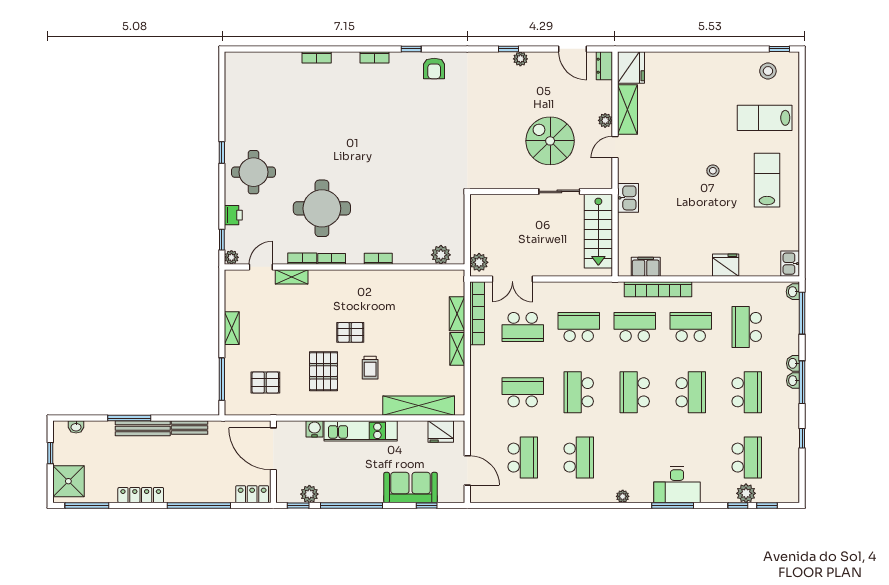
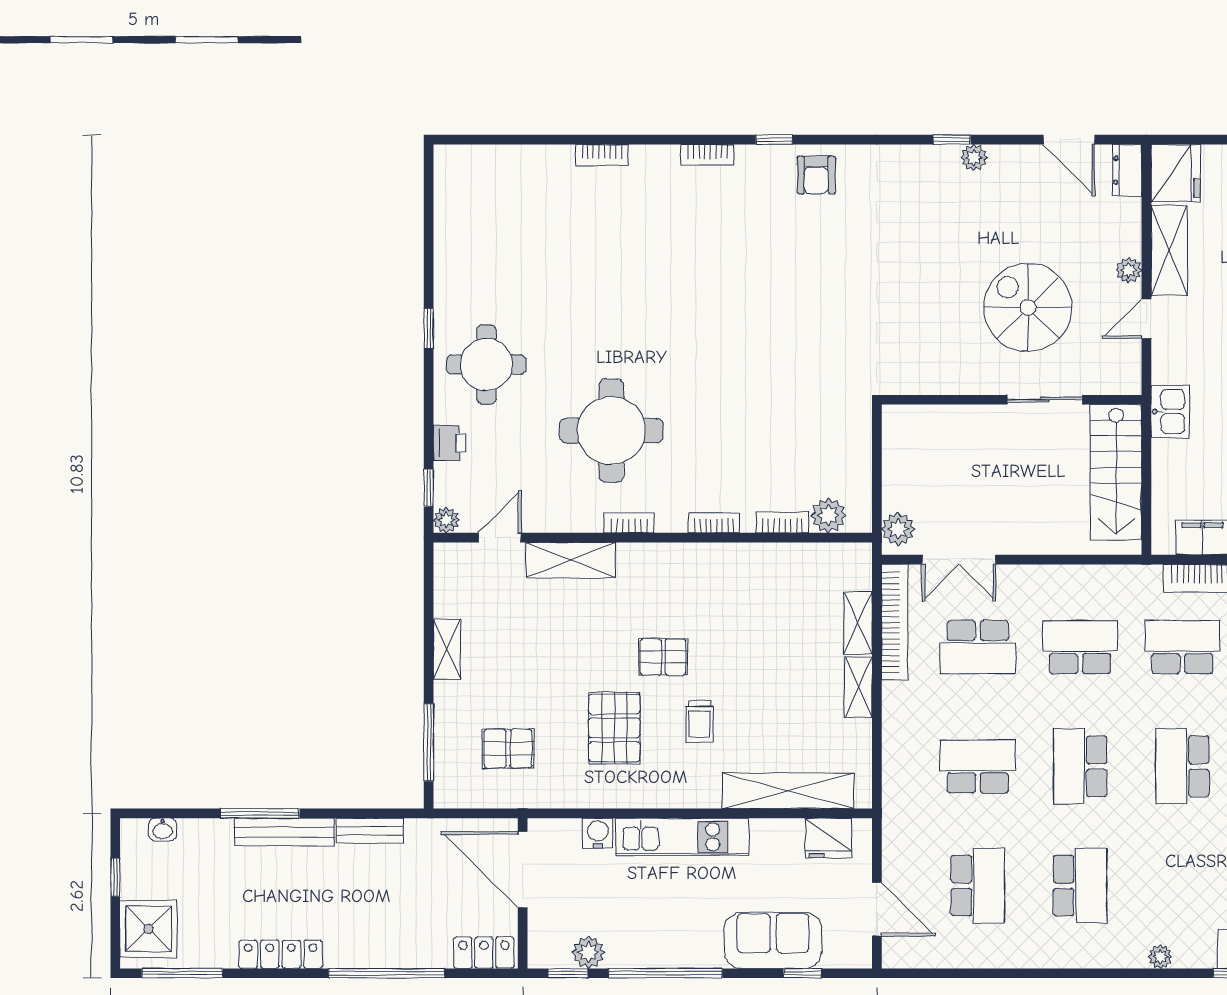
bookcase: (302, 259) -> (782, 522), moved
shelving: (292, 277) -> (571, 560), width x1.50, depth x1.33

